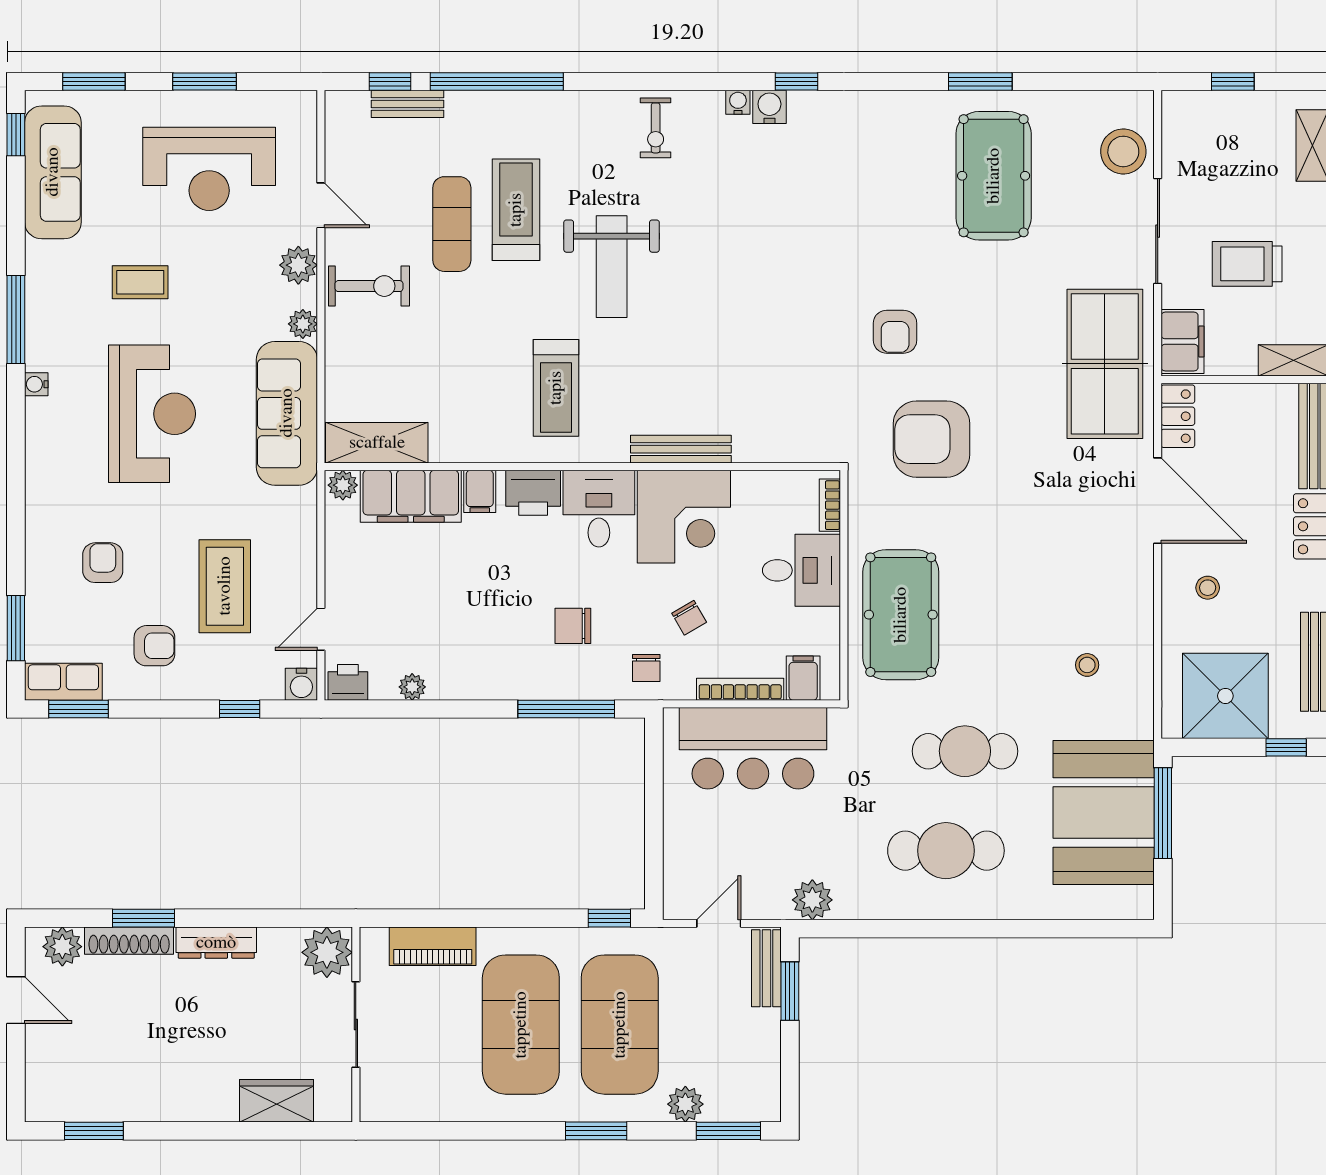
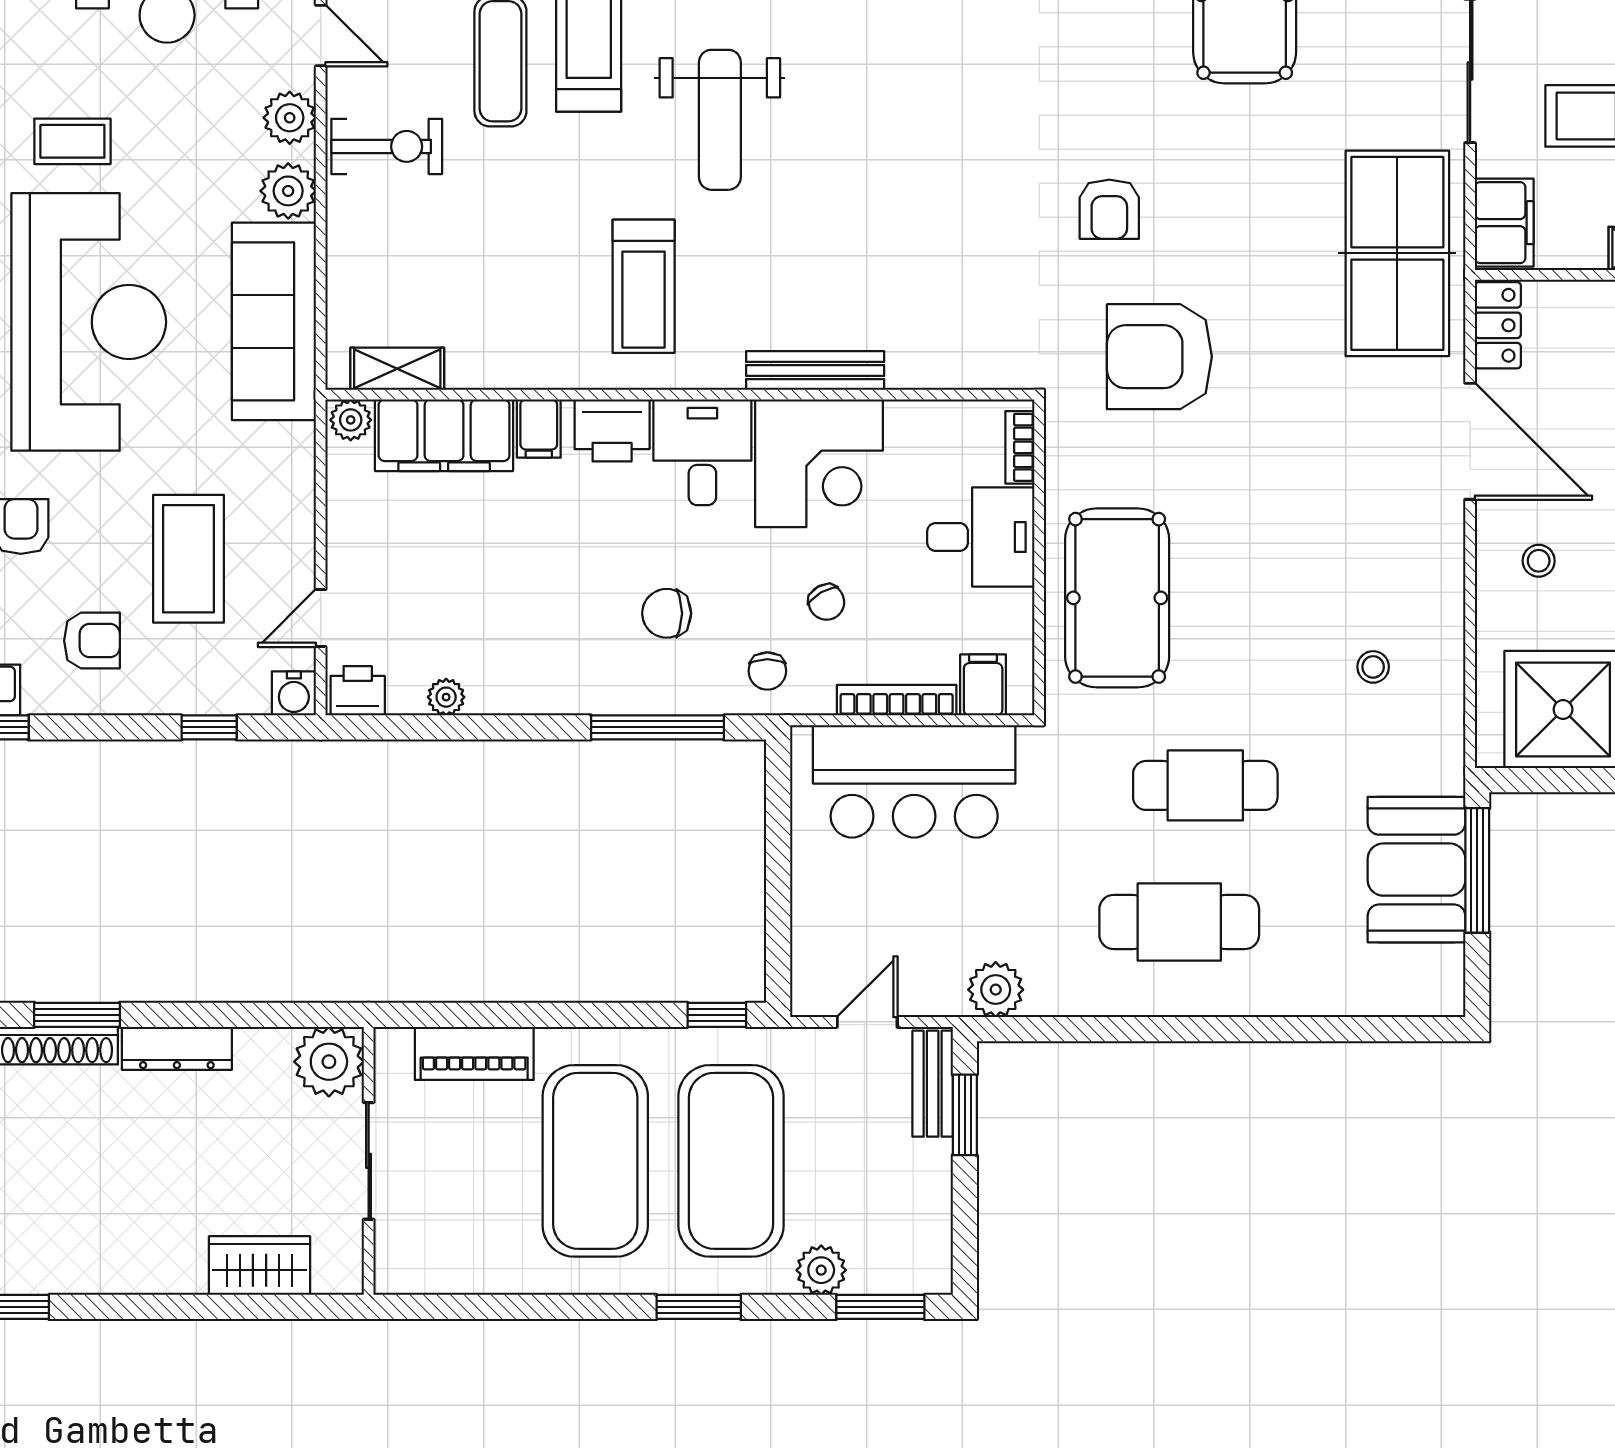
plant: (303, 324) -> (288, 191), width x1.38, depth x1.38
reception desk: (152, 414) -> (89, 322), width x1.36, depth x1.30
shelving: (377, 443) -> (397, 369), width x0.67, depth x0.75
booth: (1104, 812) -> (1416, 870), width x0.73, depth x0.70

